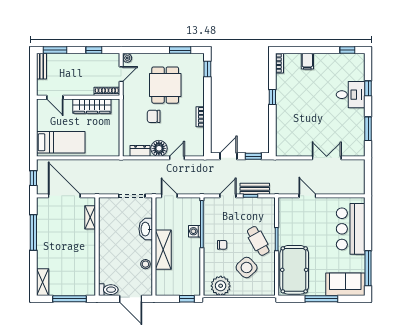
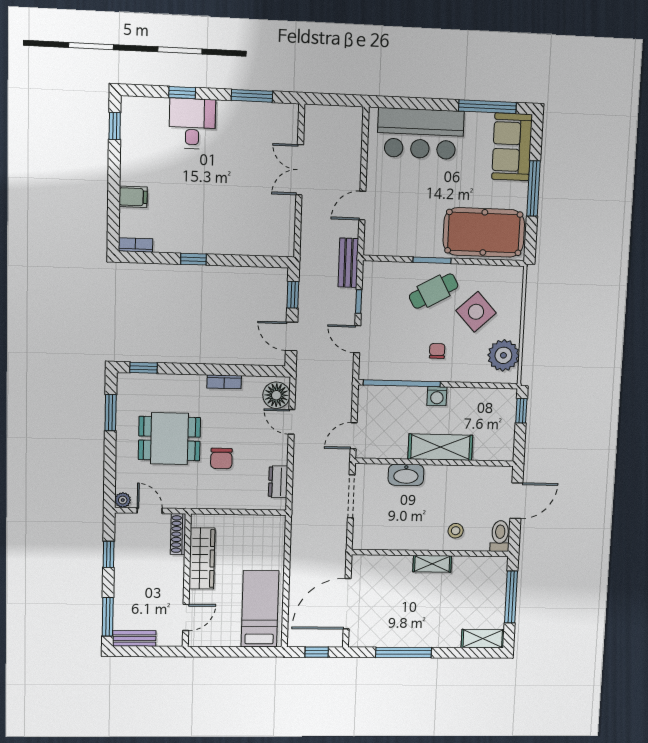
floor lamp: (159, 148) -> (276, 395), moved
bench: (255, 189) -> (348, 263), moved
shelving: (90, 217) -> (432, 564), moved
washing machine: (195, 231) -> (437, 396), moved
stool: (145, 264) -> (456, 531), moved

